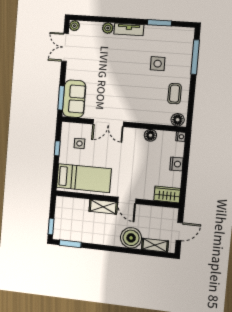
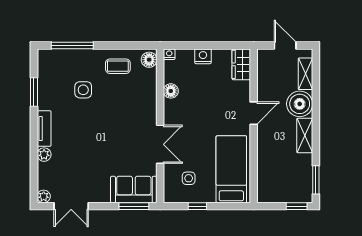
shelving: (103, 207) -> (305, 136), moved

